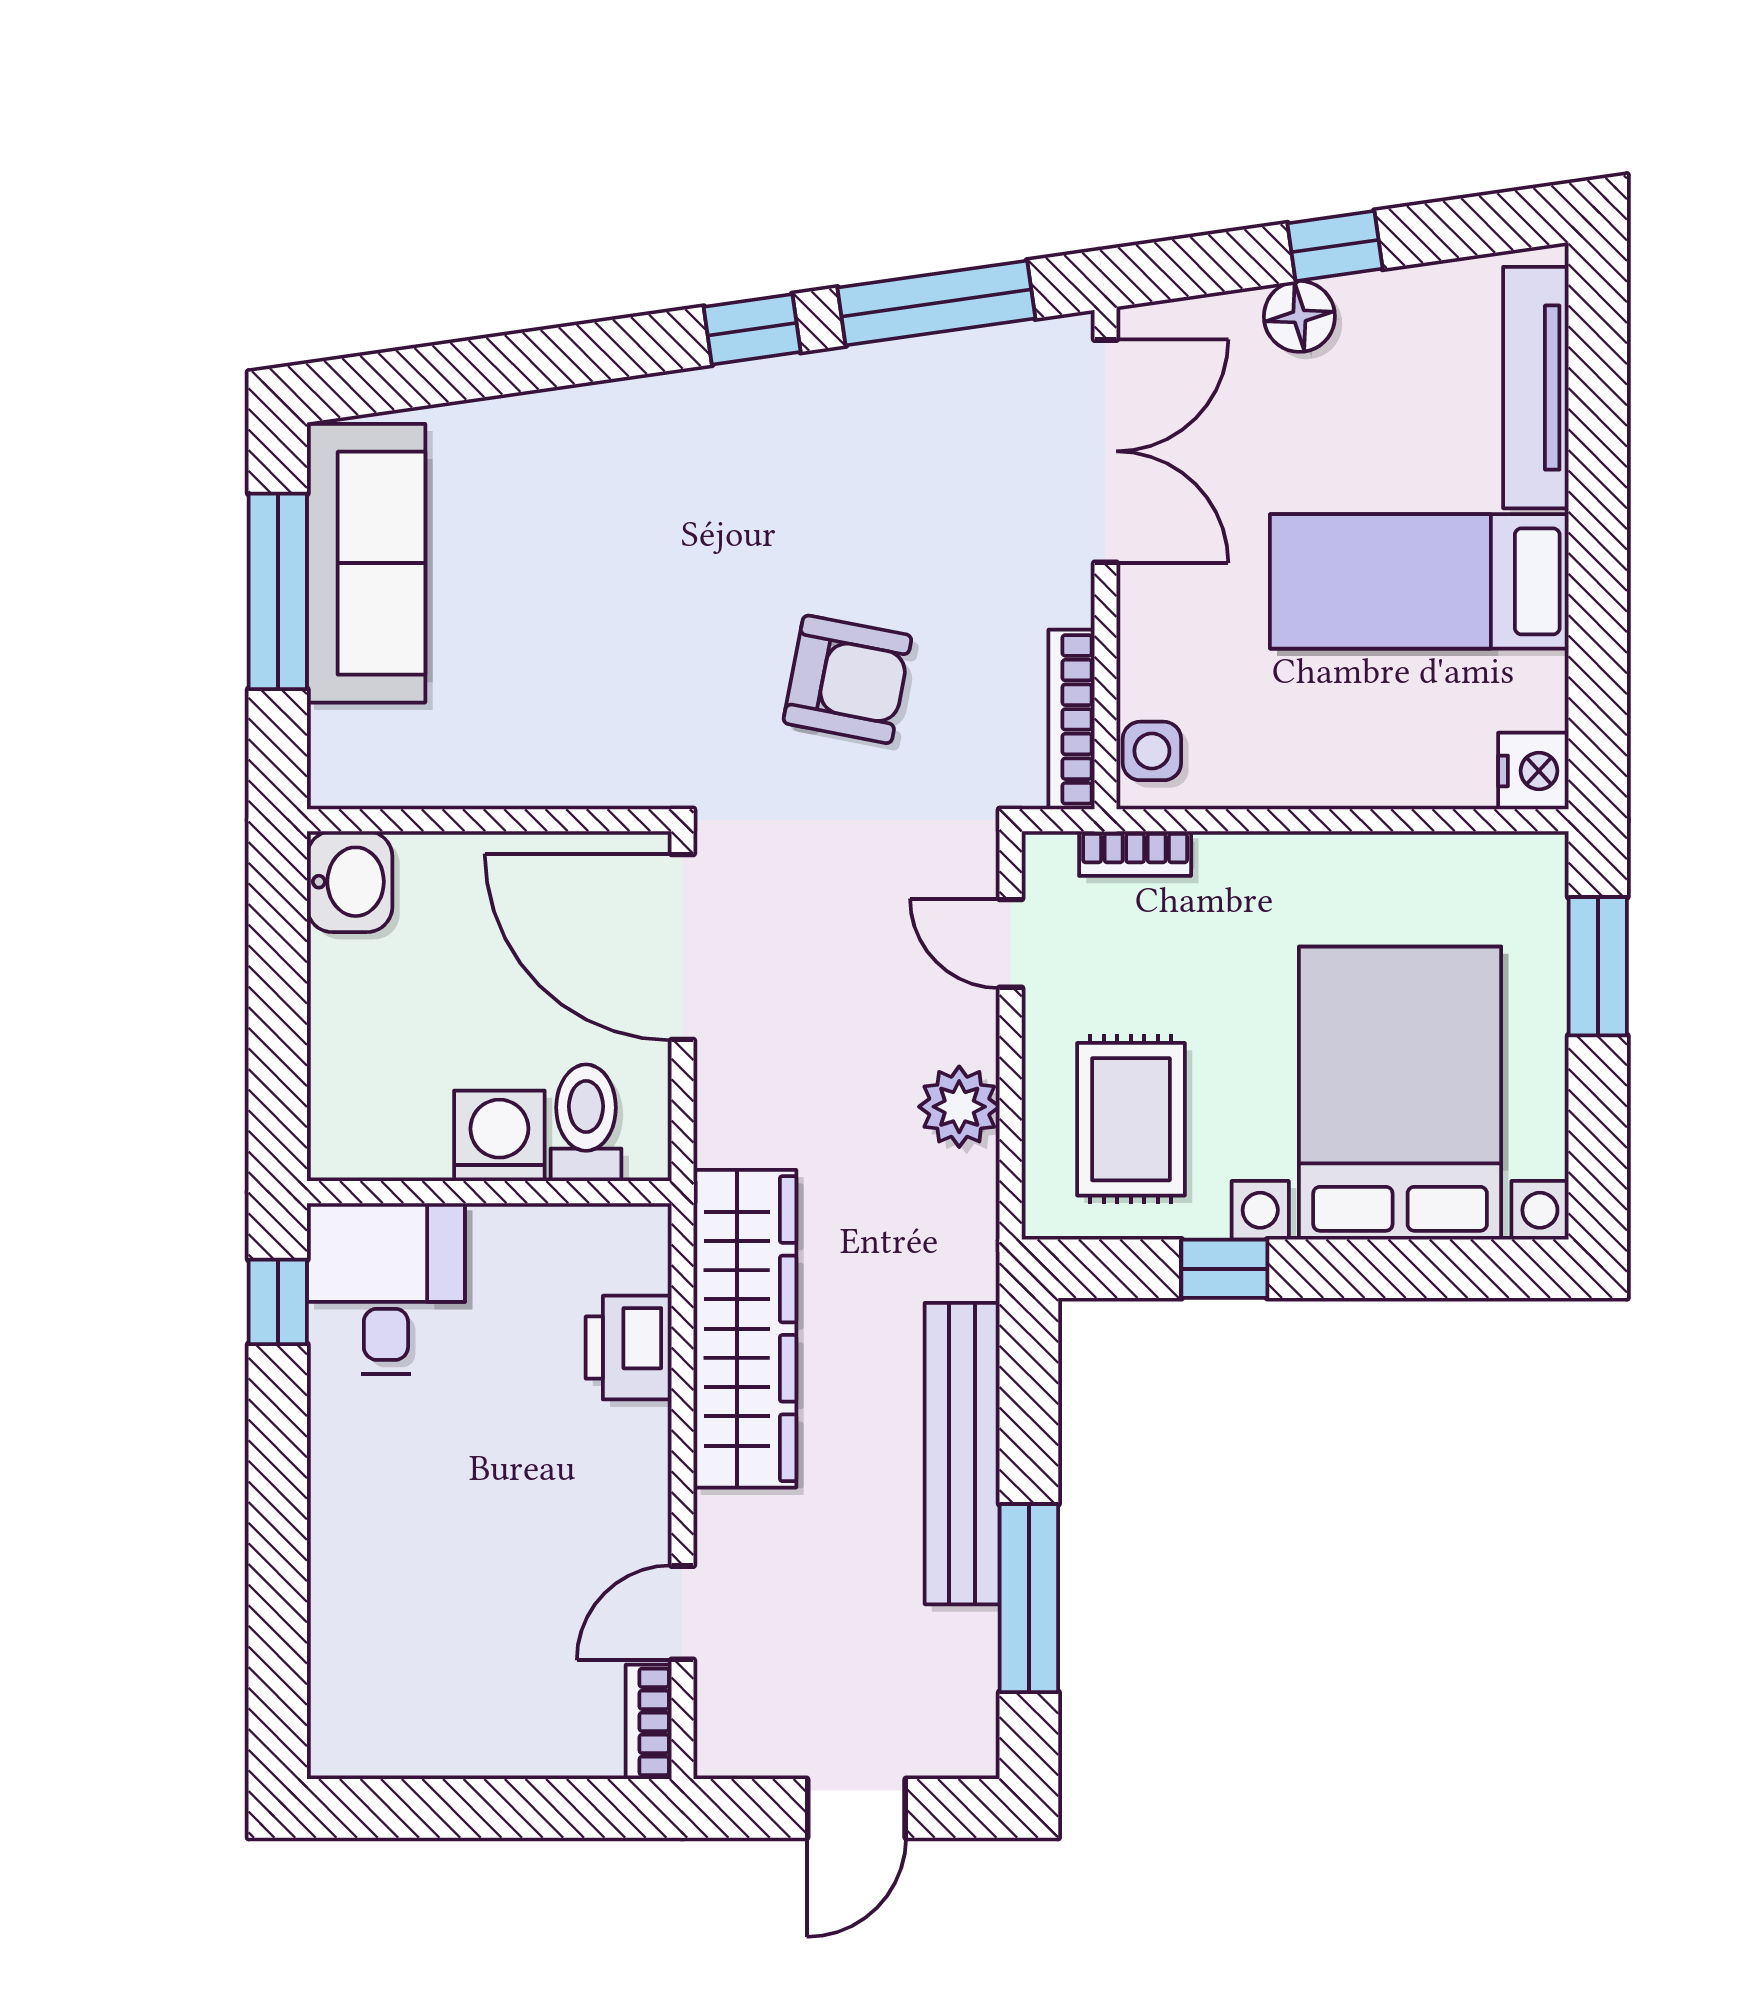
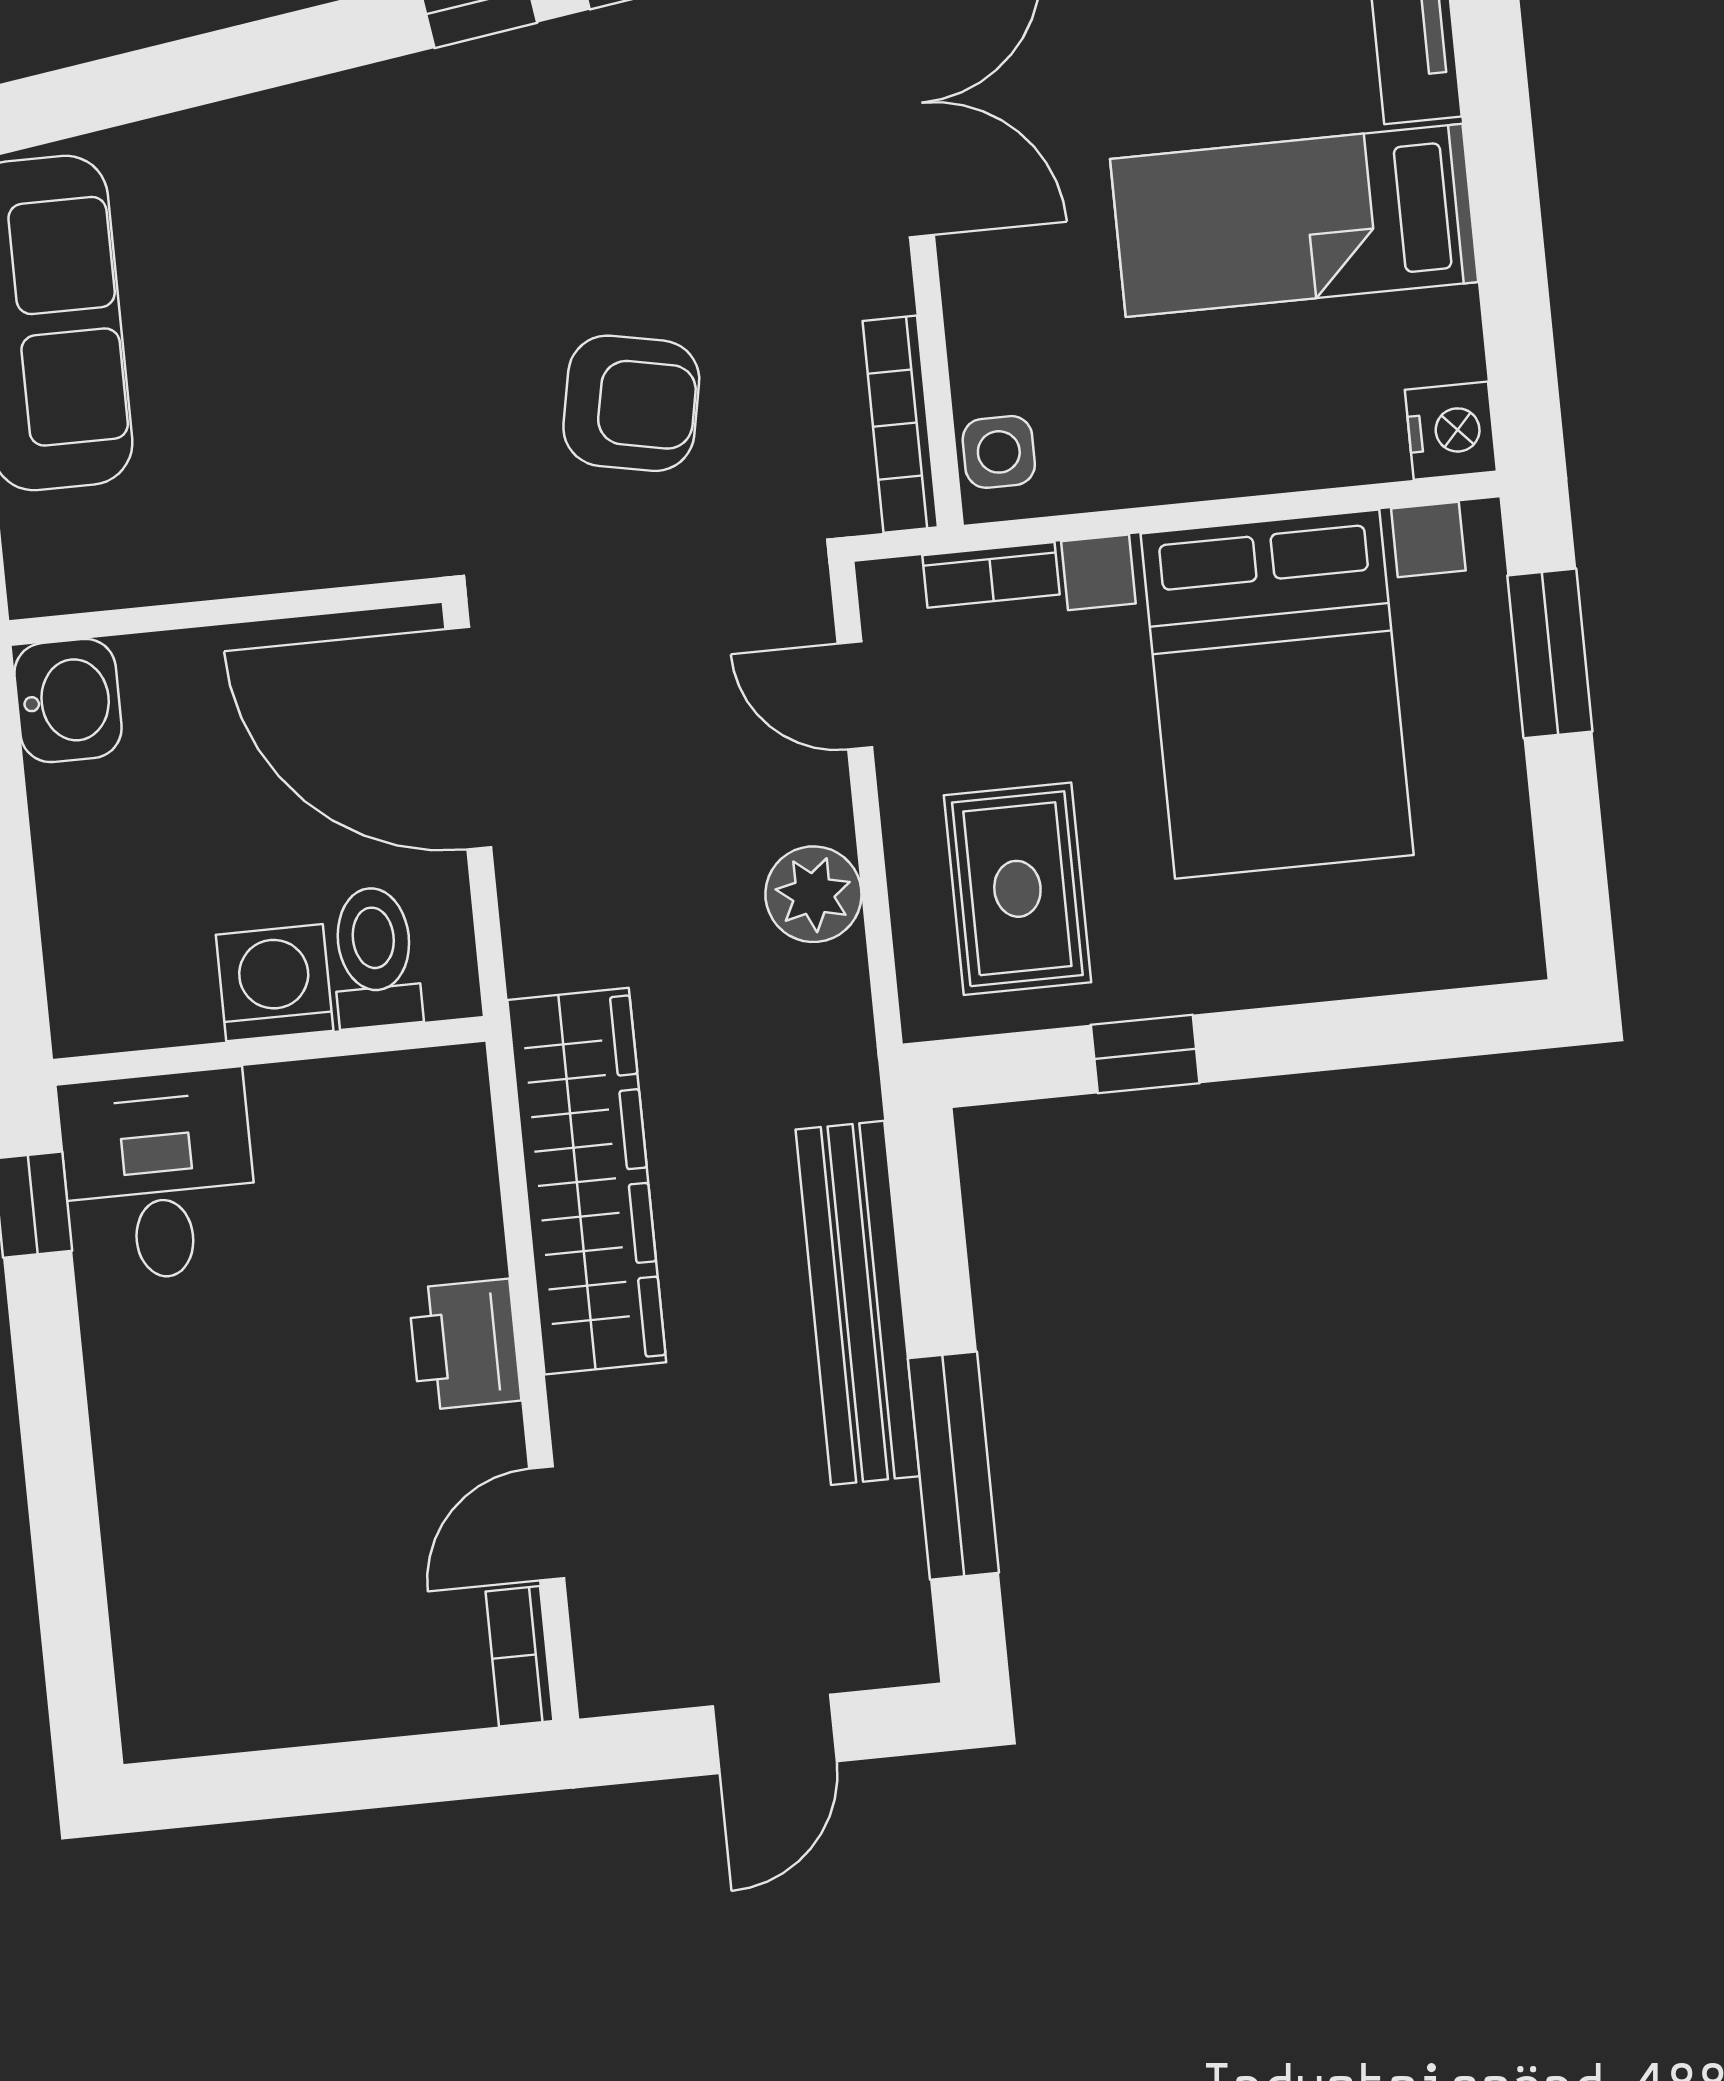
bed with nightstands: (1400, 1093) -> (1277, 694), moved, turned 180
printer: (629, 1348) -> (465, 1345), moved

